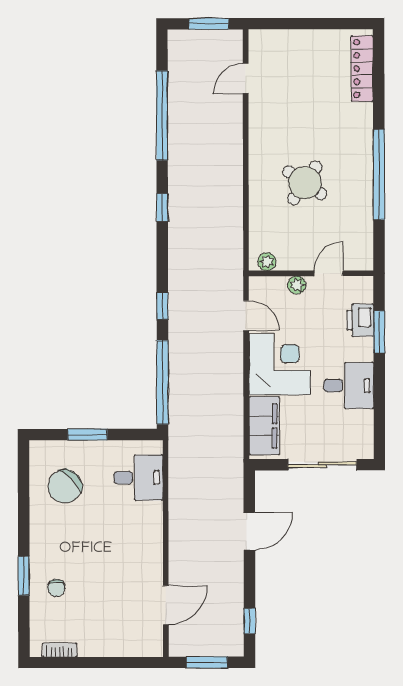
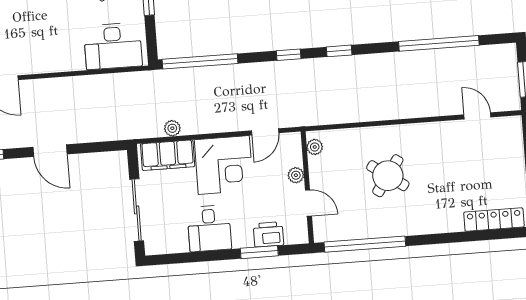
window: (379, 175) -> (365, 244), moved
window: (162, 207) -> (339, 51), moved
window: (162, 306) -> (289, 55), moved
plant: (235, 418) -> (172, 128), added
desk: (138, 478) -> (113, 46), width x1.37
door: (249, 531) -> (50, 151), moved

